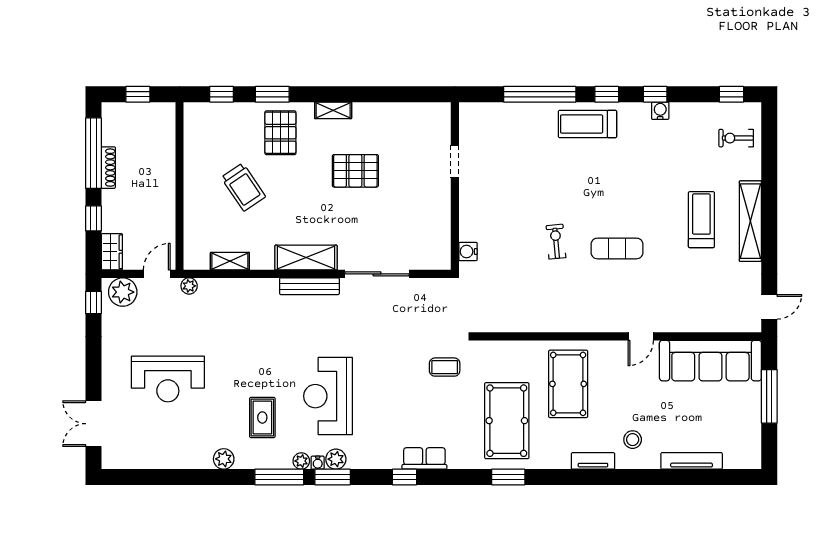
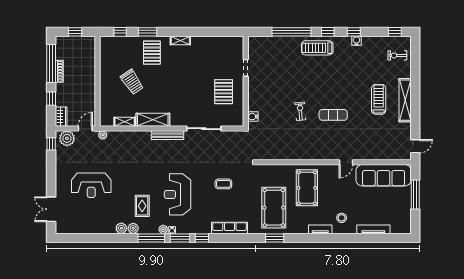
pallet: (355, 171) -> (224, 92), moved, turned 90
shelving: (306, 258) -> (153, 120), moved
coffee table: (445, 367) -> (223, 184), moved
row of seats: (424, 458) -> (229, 228), width x1.48
plant: (336, 459) -> (133, 228), moved
window: (404, 477) -> (202, 238), moved

